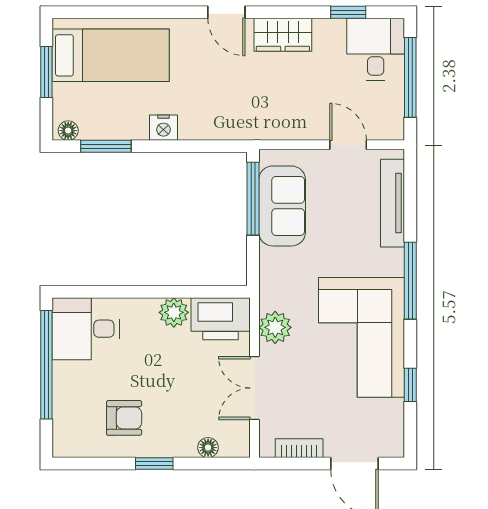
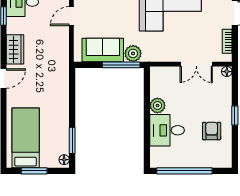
nightstand: (163, 128) -> (63, 111), removed
window: (253, 199) -> (121, 65), moved
printer: (220, 319) -> (161, 82), removed
plant: (275, 327) -> (133, 53), moved
desk: (86, 329) -> (167, 130), moved, turned 90
floor lamp: (208, 448) -> (227, 72), moved

